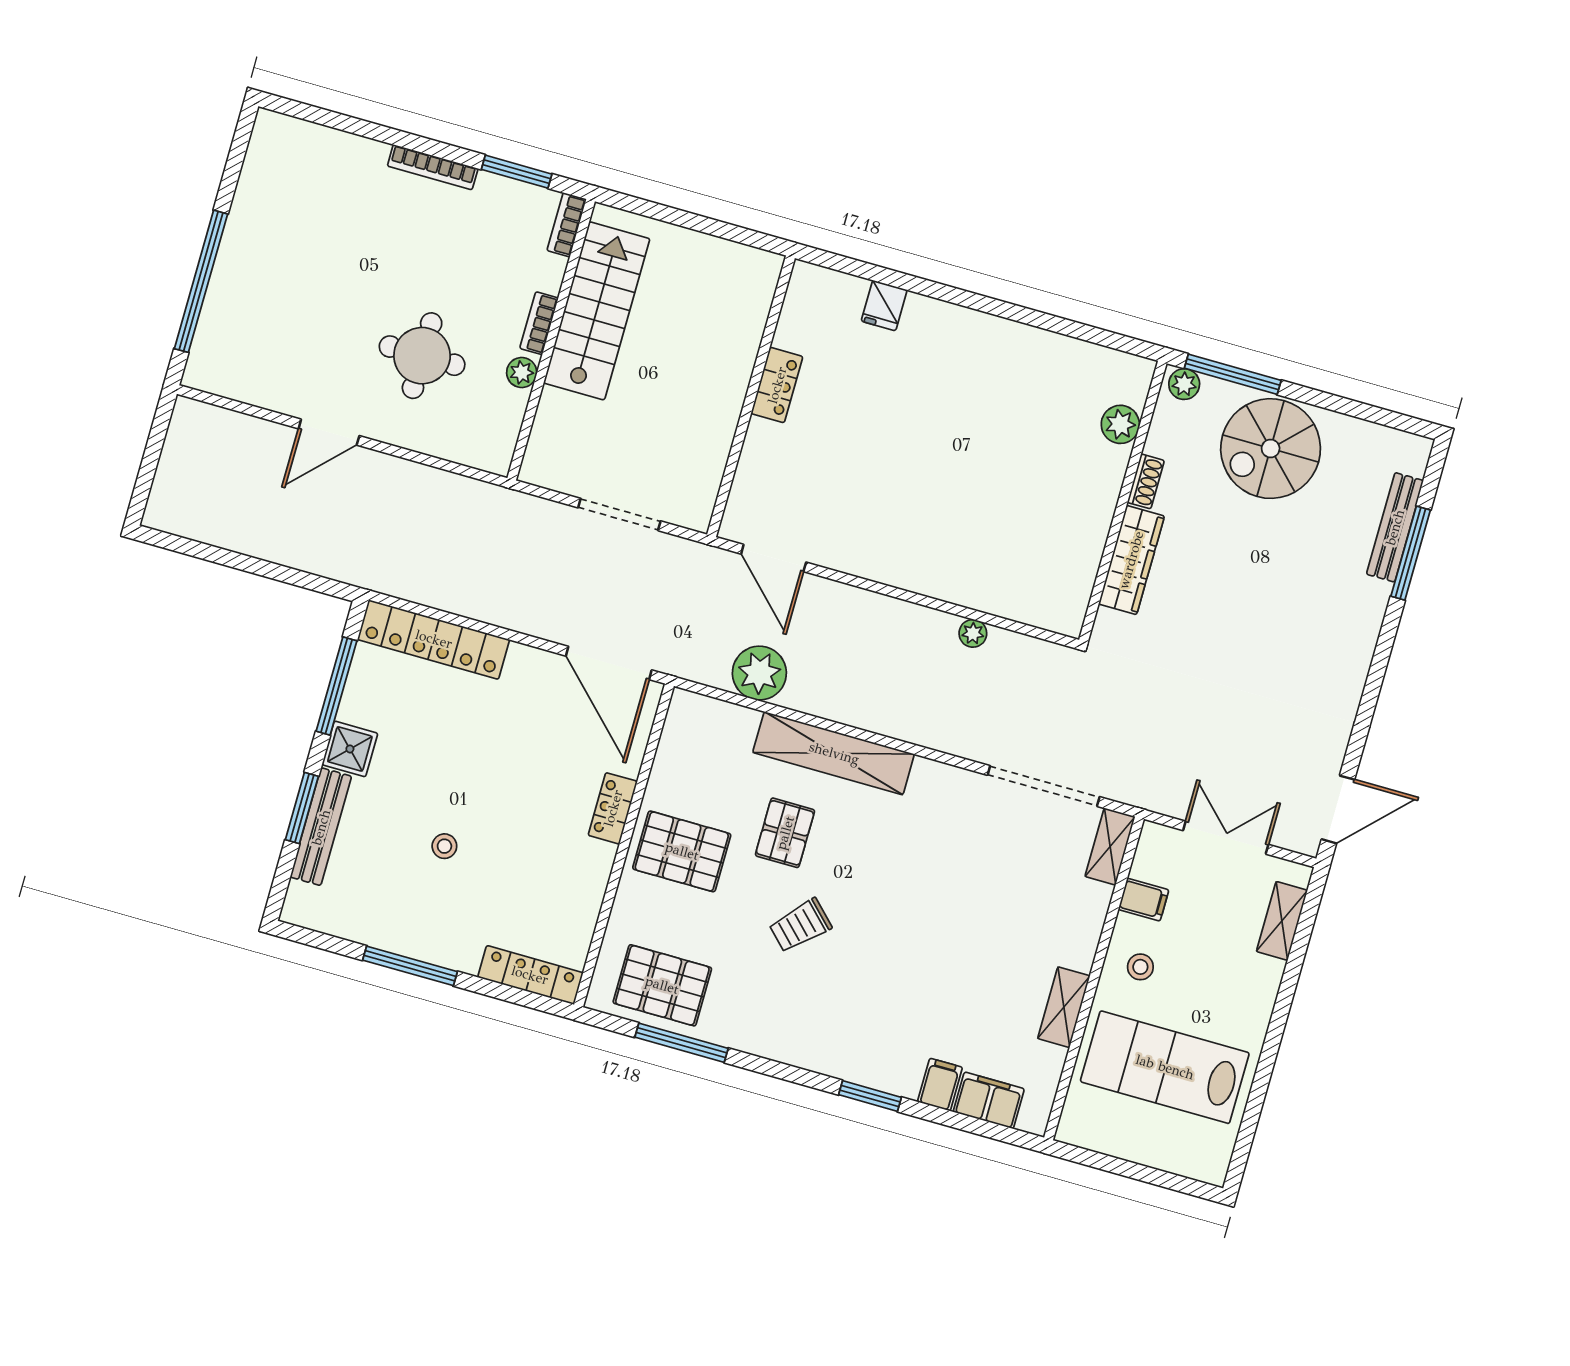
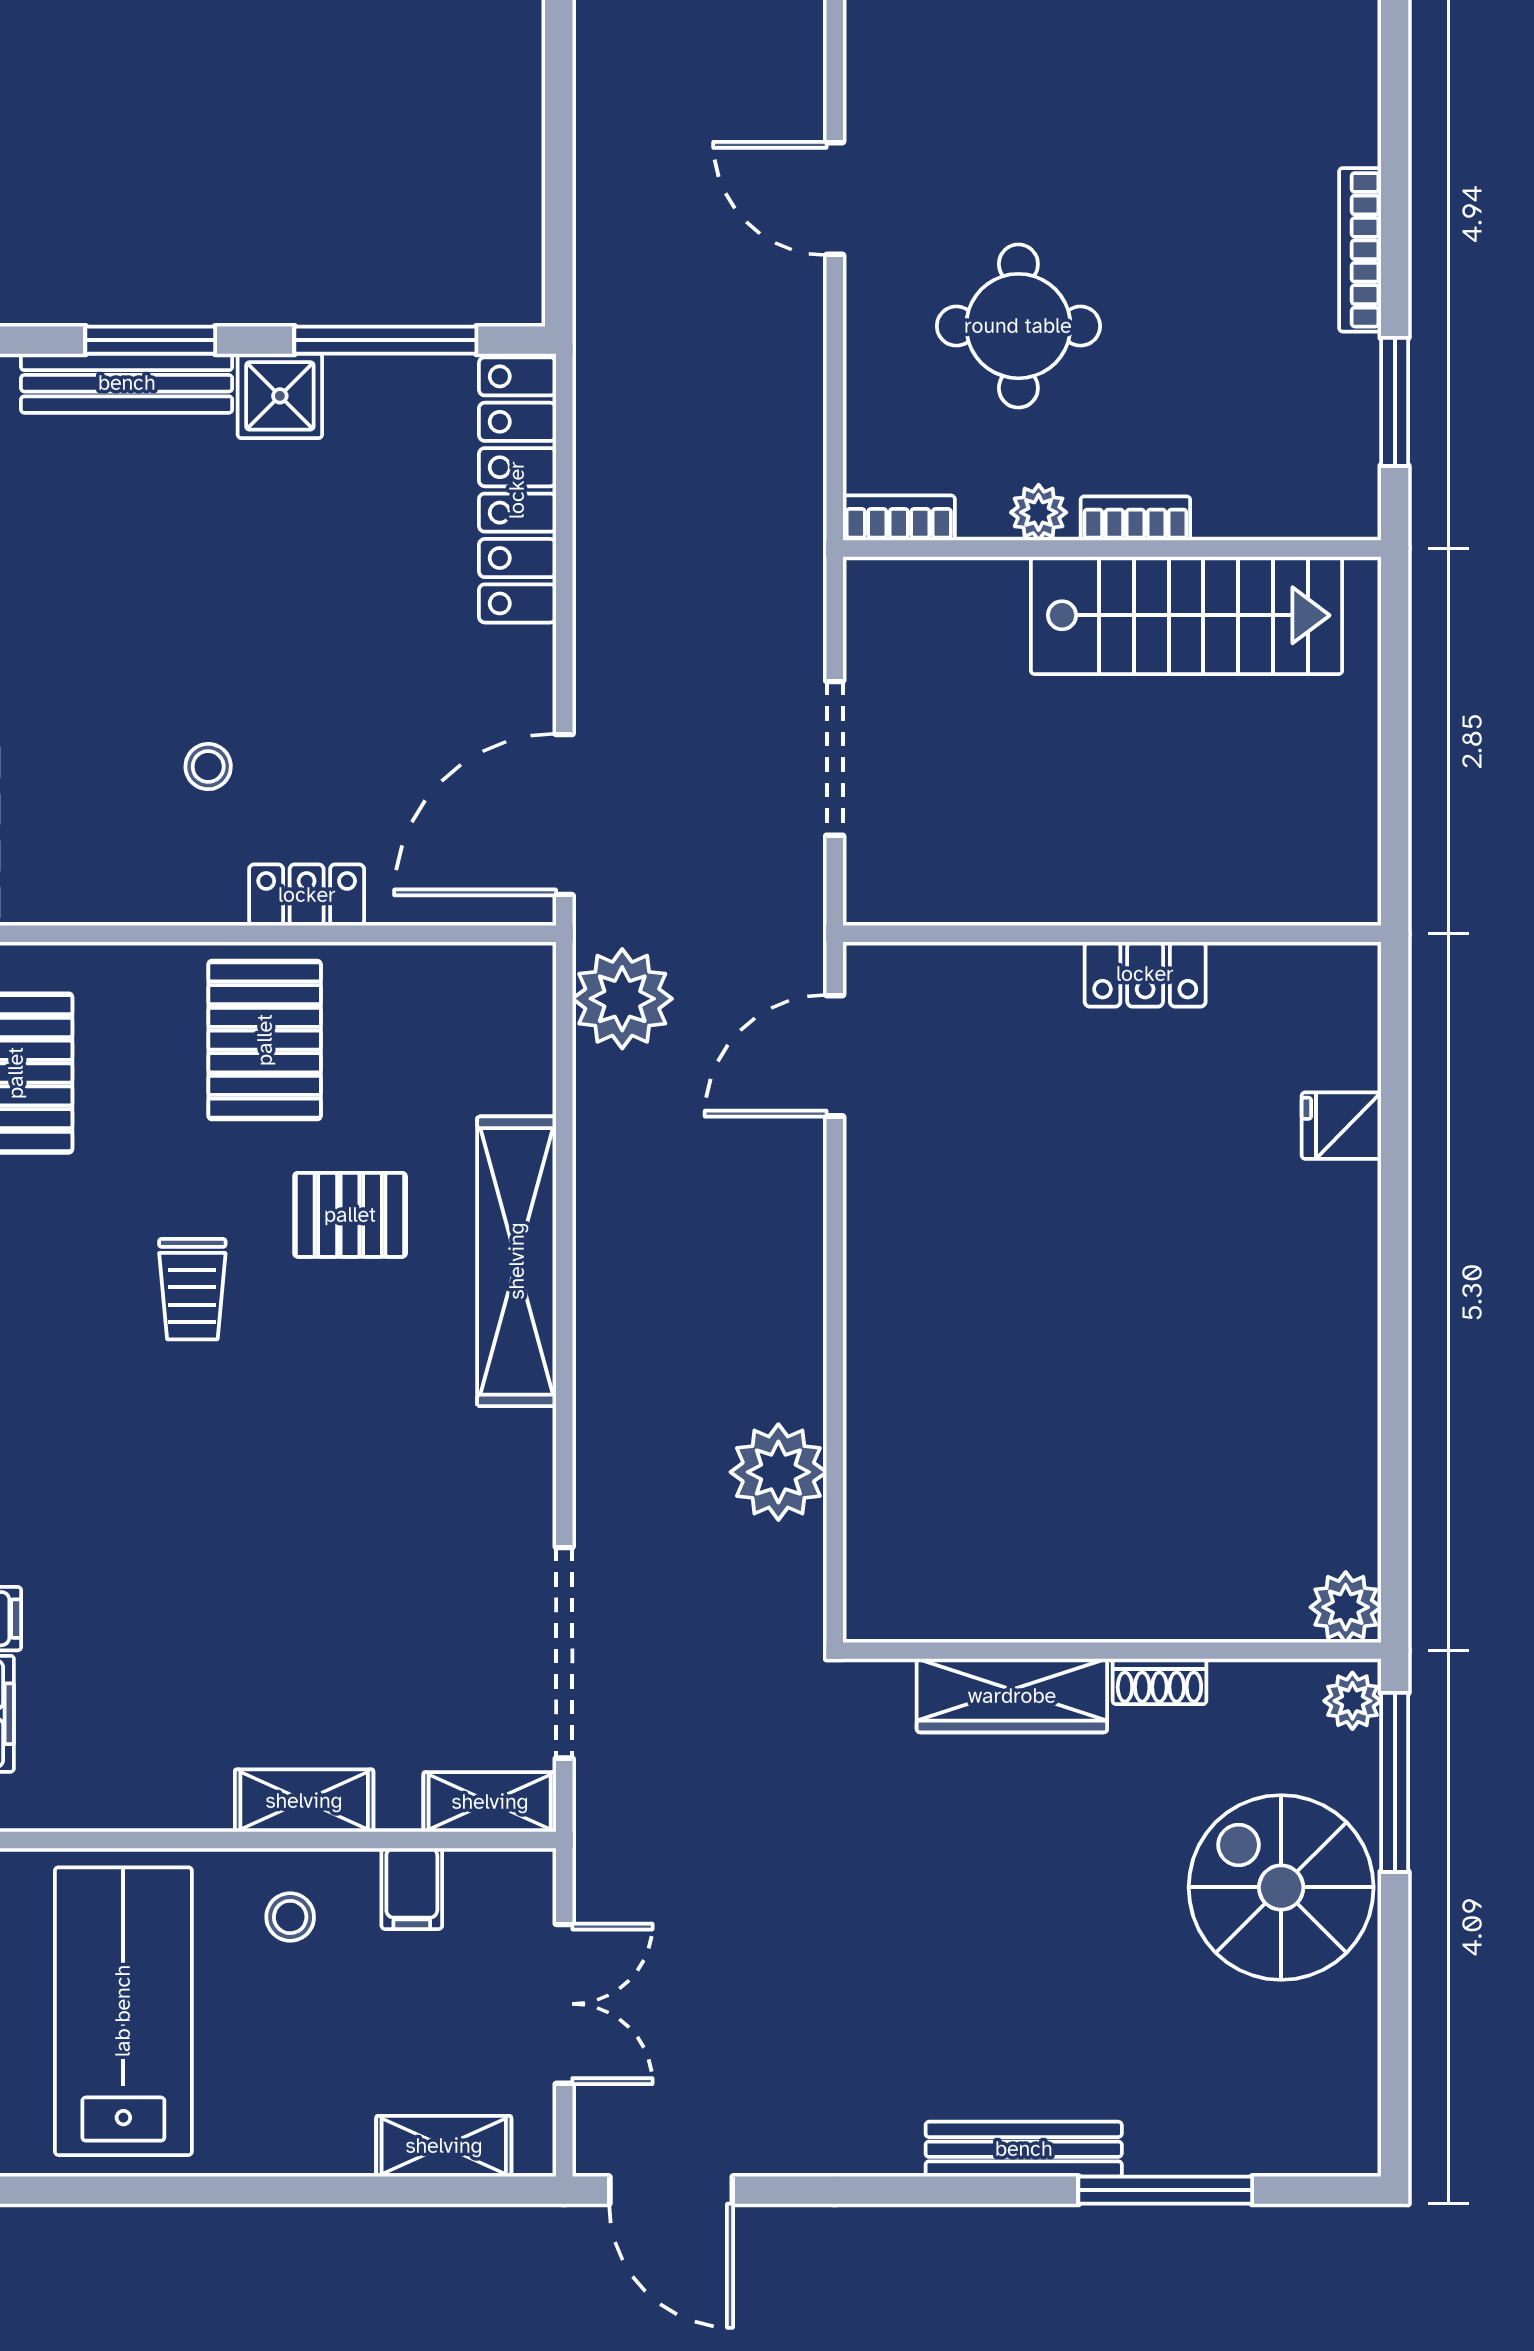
bookcase: (567, 225) -> (899, 518), moved
plant: (1120, 424) -> (1346, 1607), moved
bench: (1395, 527) -> (1024, 2149), moved
plant: (973, 633) -> (778, 1472), width x1.87, depth x1.87
plant: (759, 673) -> (622, 999), moved
stool: (444, 846) -> (208, 767), moved
trolley: (800, 925) -> (192, 1289), turned -135
shelving: (1064, 1007) -> (304, 1801), moved

